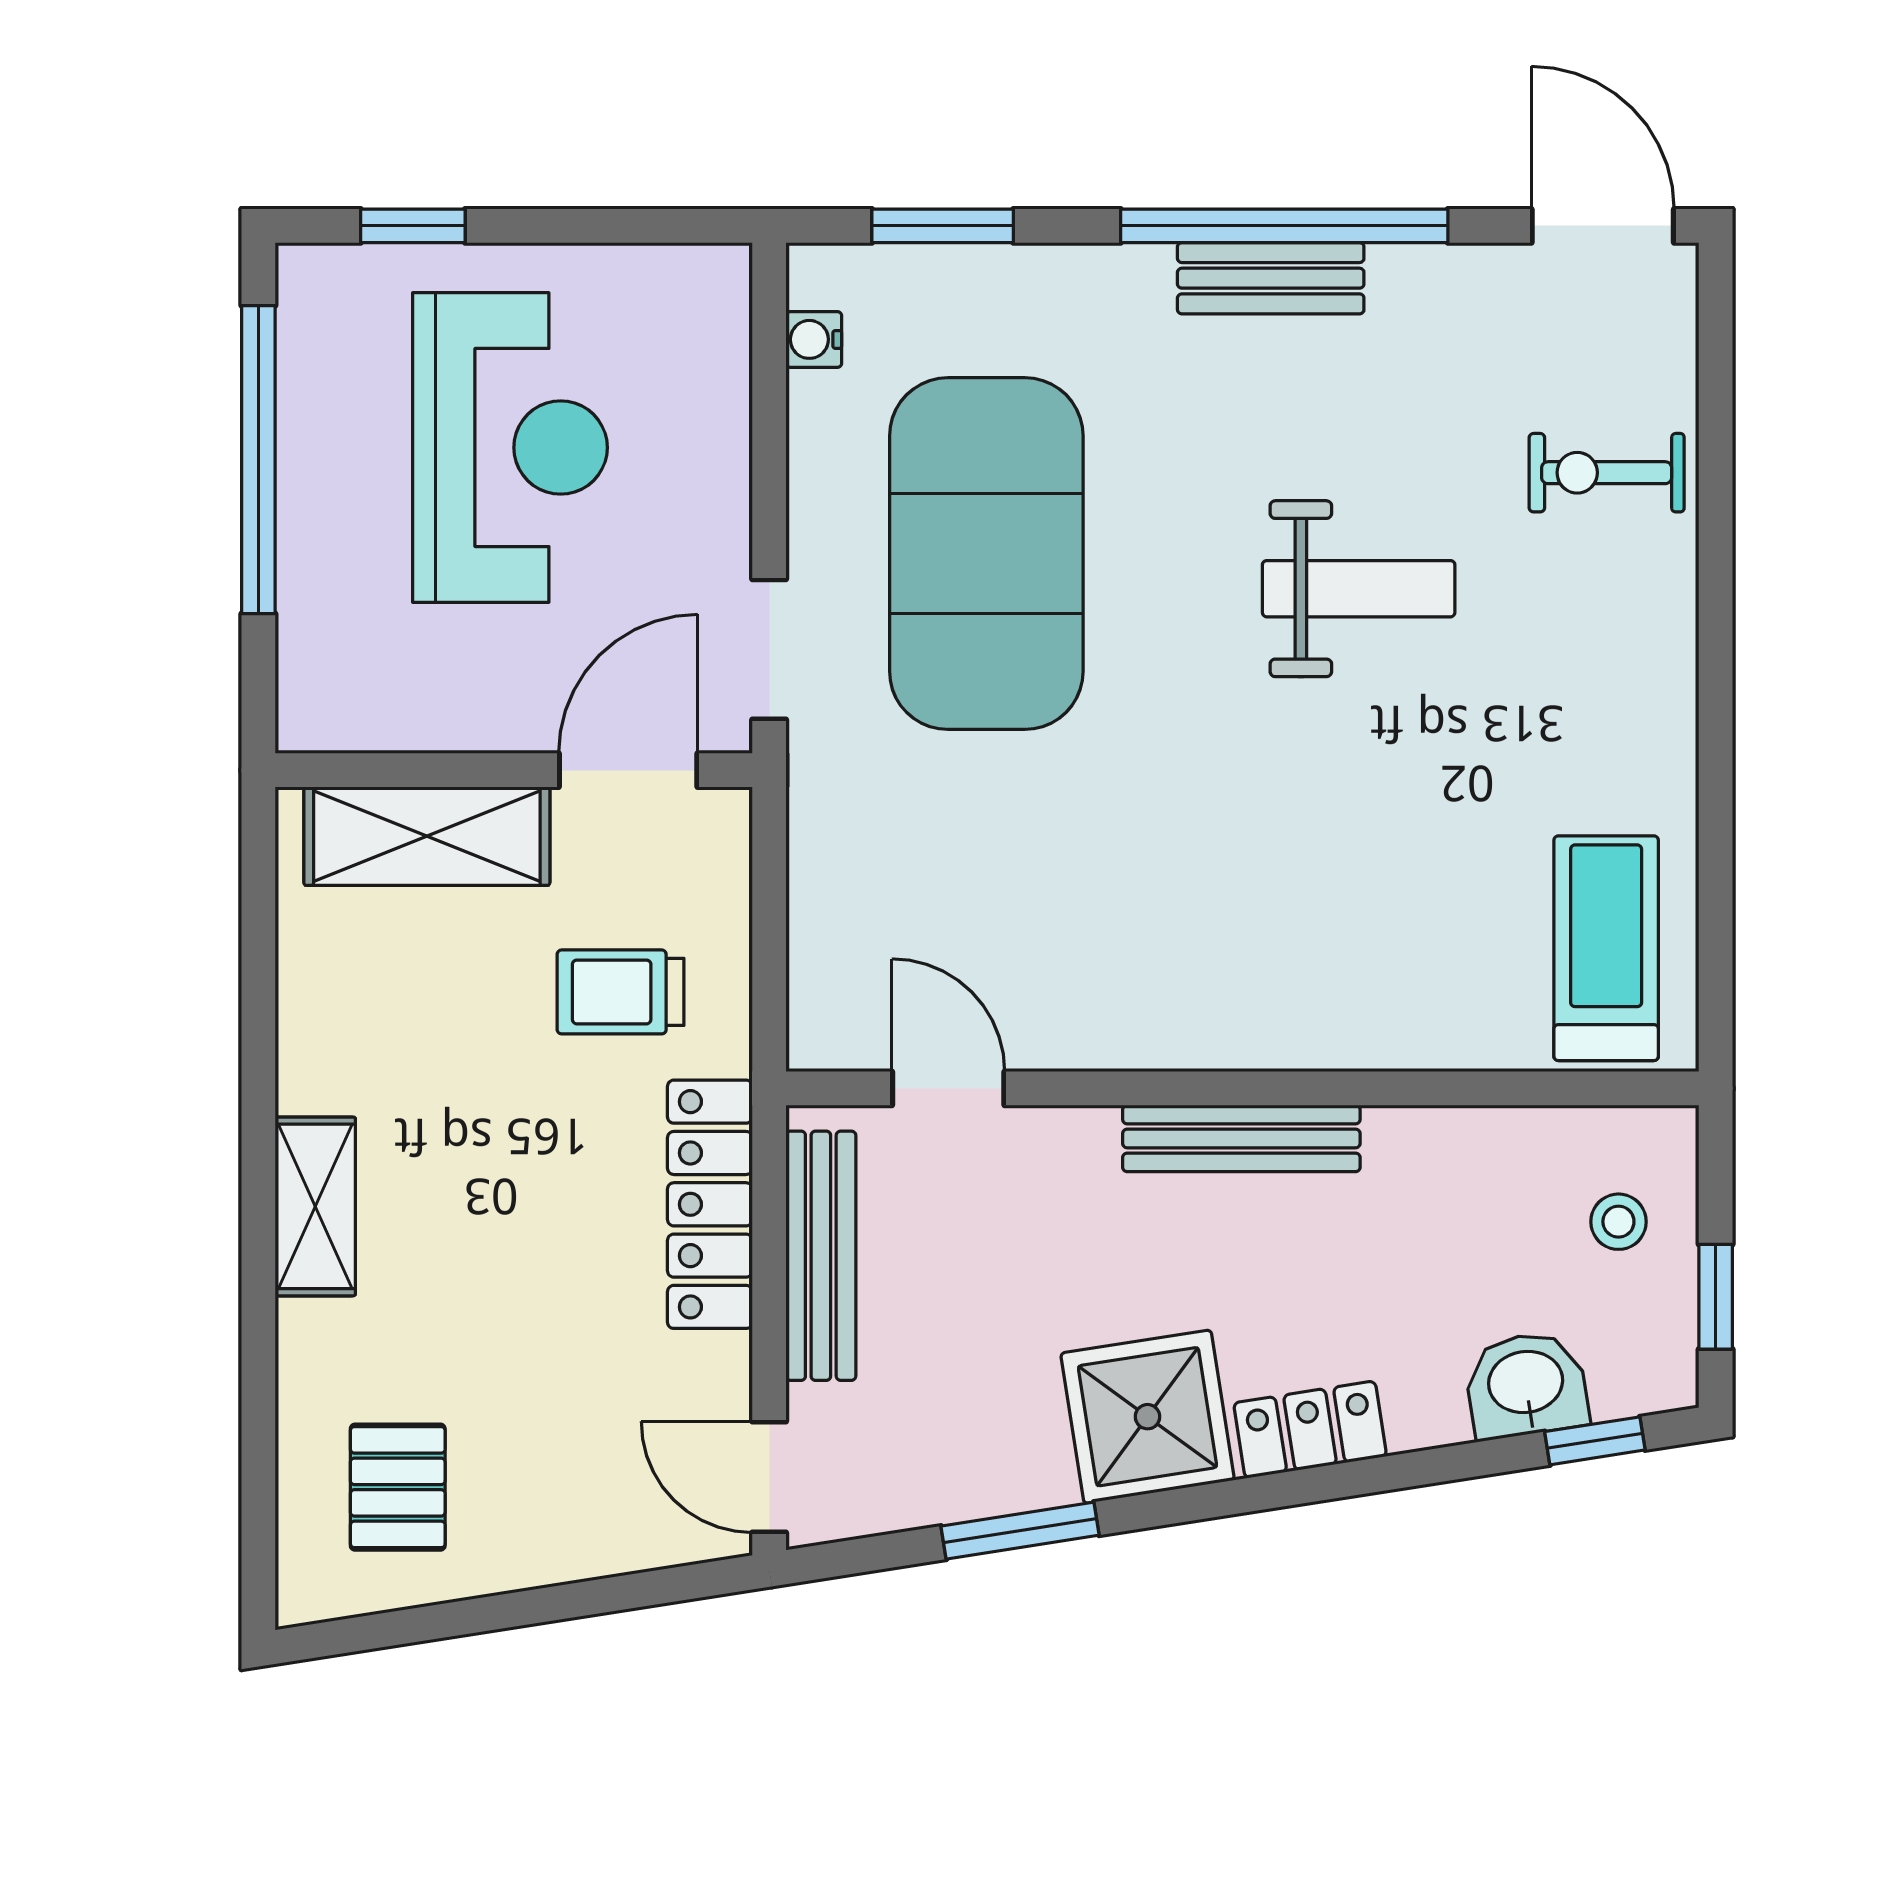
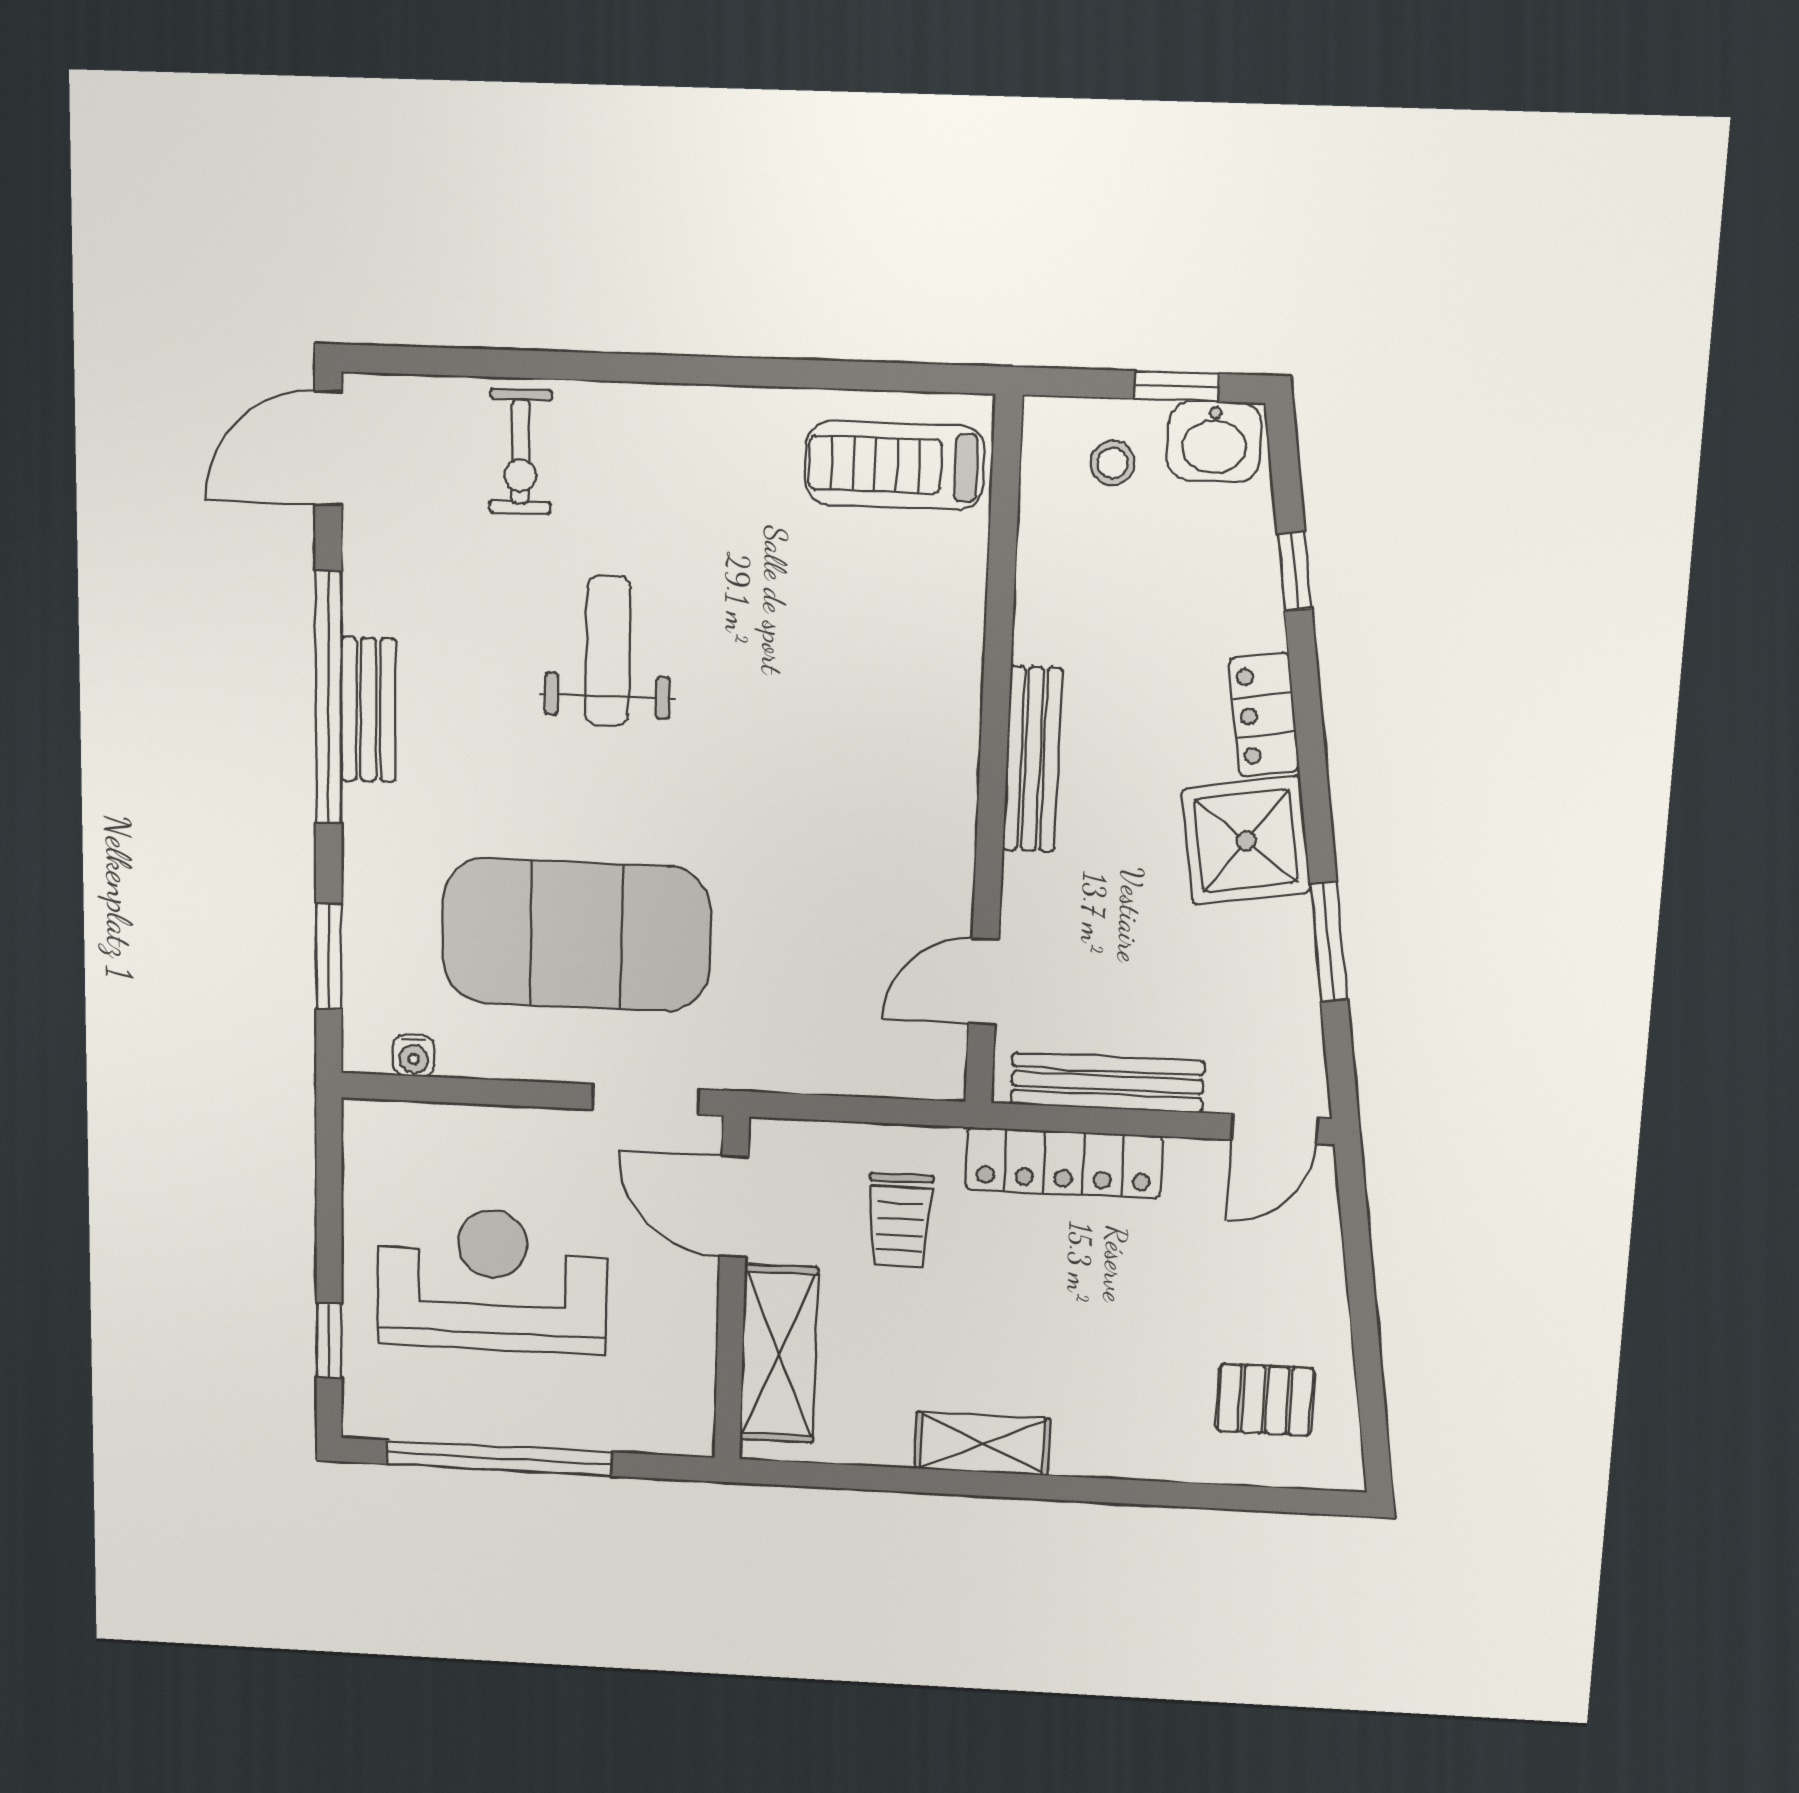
shelving: (315, 1206) -> (983, 1444), moved
washbasin: (1526, 1385) -> (1214, 441), moved, turned -81
window: (1595, 1441) -> (1295, 571), moved

